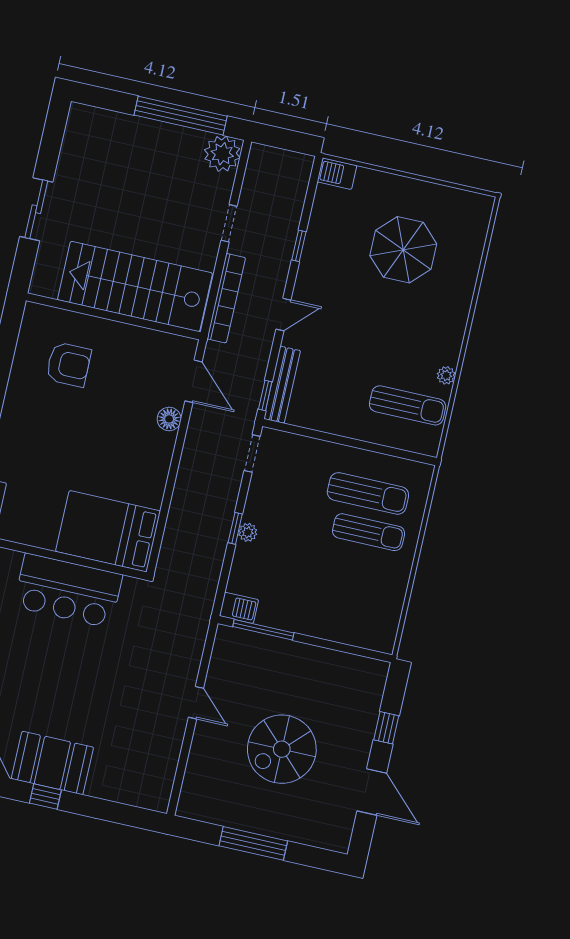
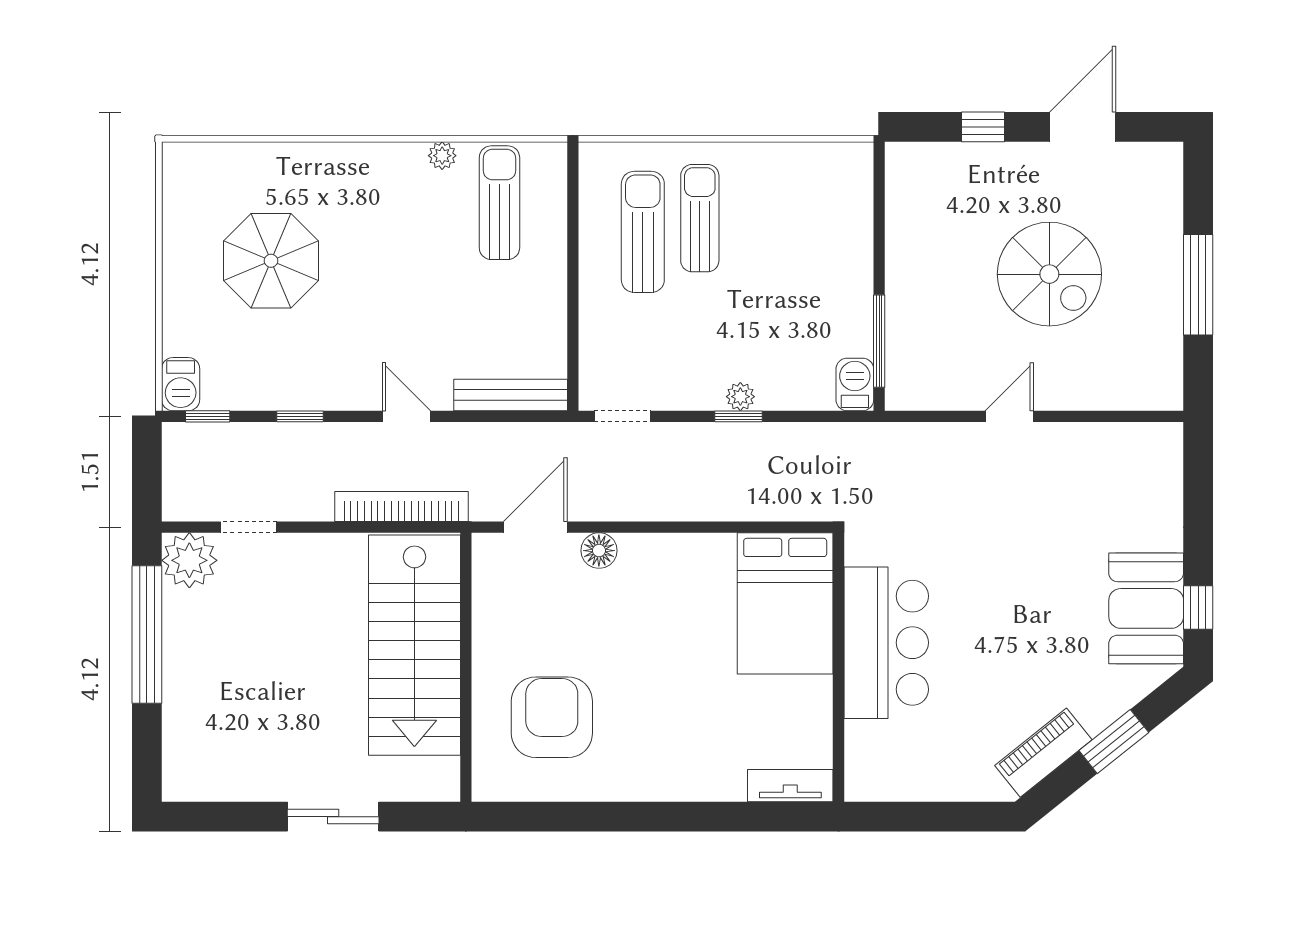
doorway: (229, 223) -> (249, 527), moved
armchair: (69, 364) -> (552, 717), width x1.36, depth x1.36
window: (265, 395) -> (208, 416), moved

